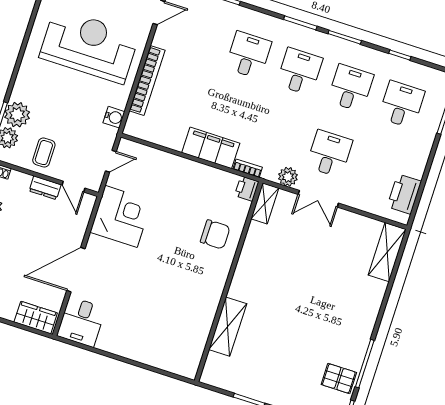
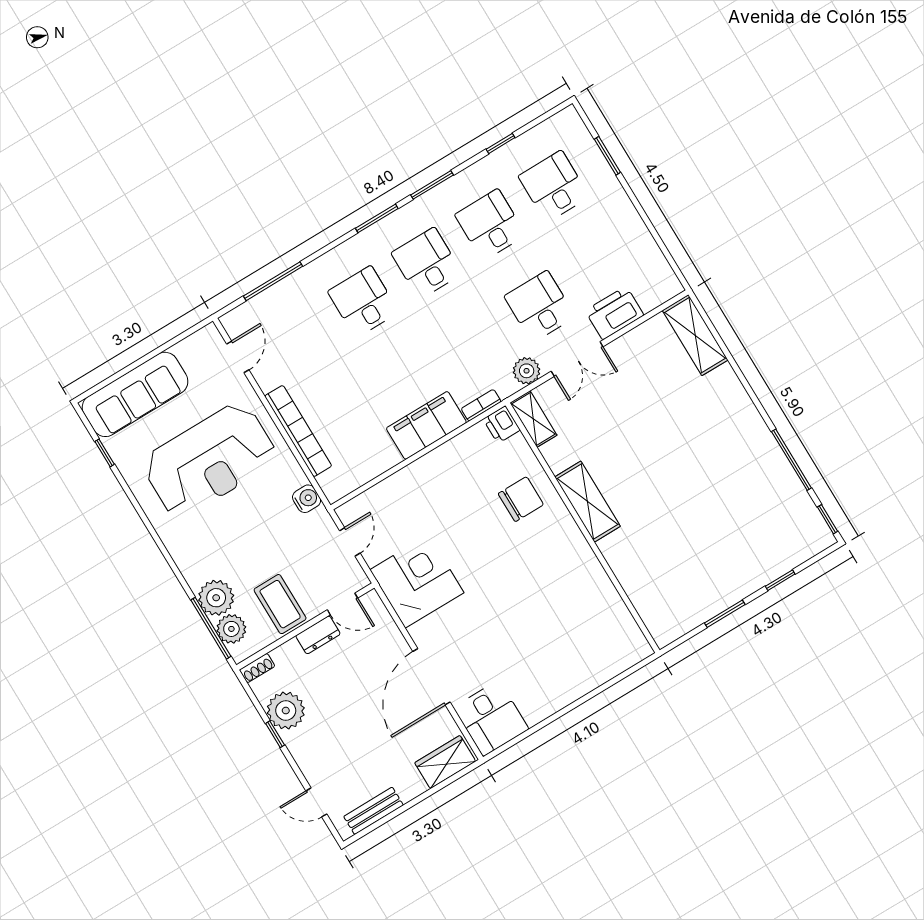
reception desk: (89, 46) -> (210, 460), turned 180
coffee table: (44, 153) -> (280, 604), width x1.36, depth x1.30
printer: (404, 194) -> (614, 313), moved, turned 90
shelving: (228, 327) -> (588, 502), moved
pallet: (339, 378) -> (784, 500), removed

